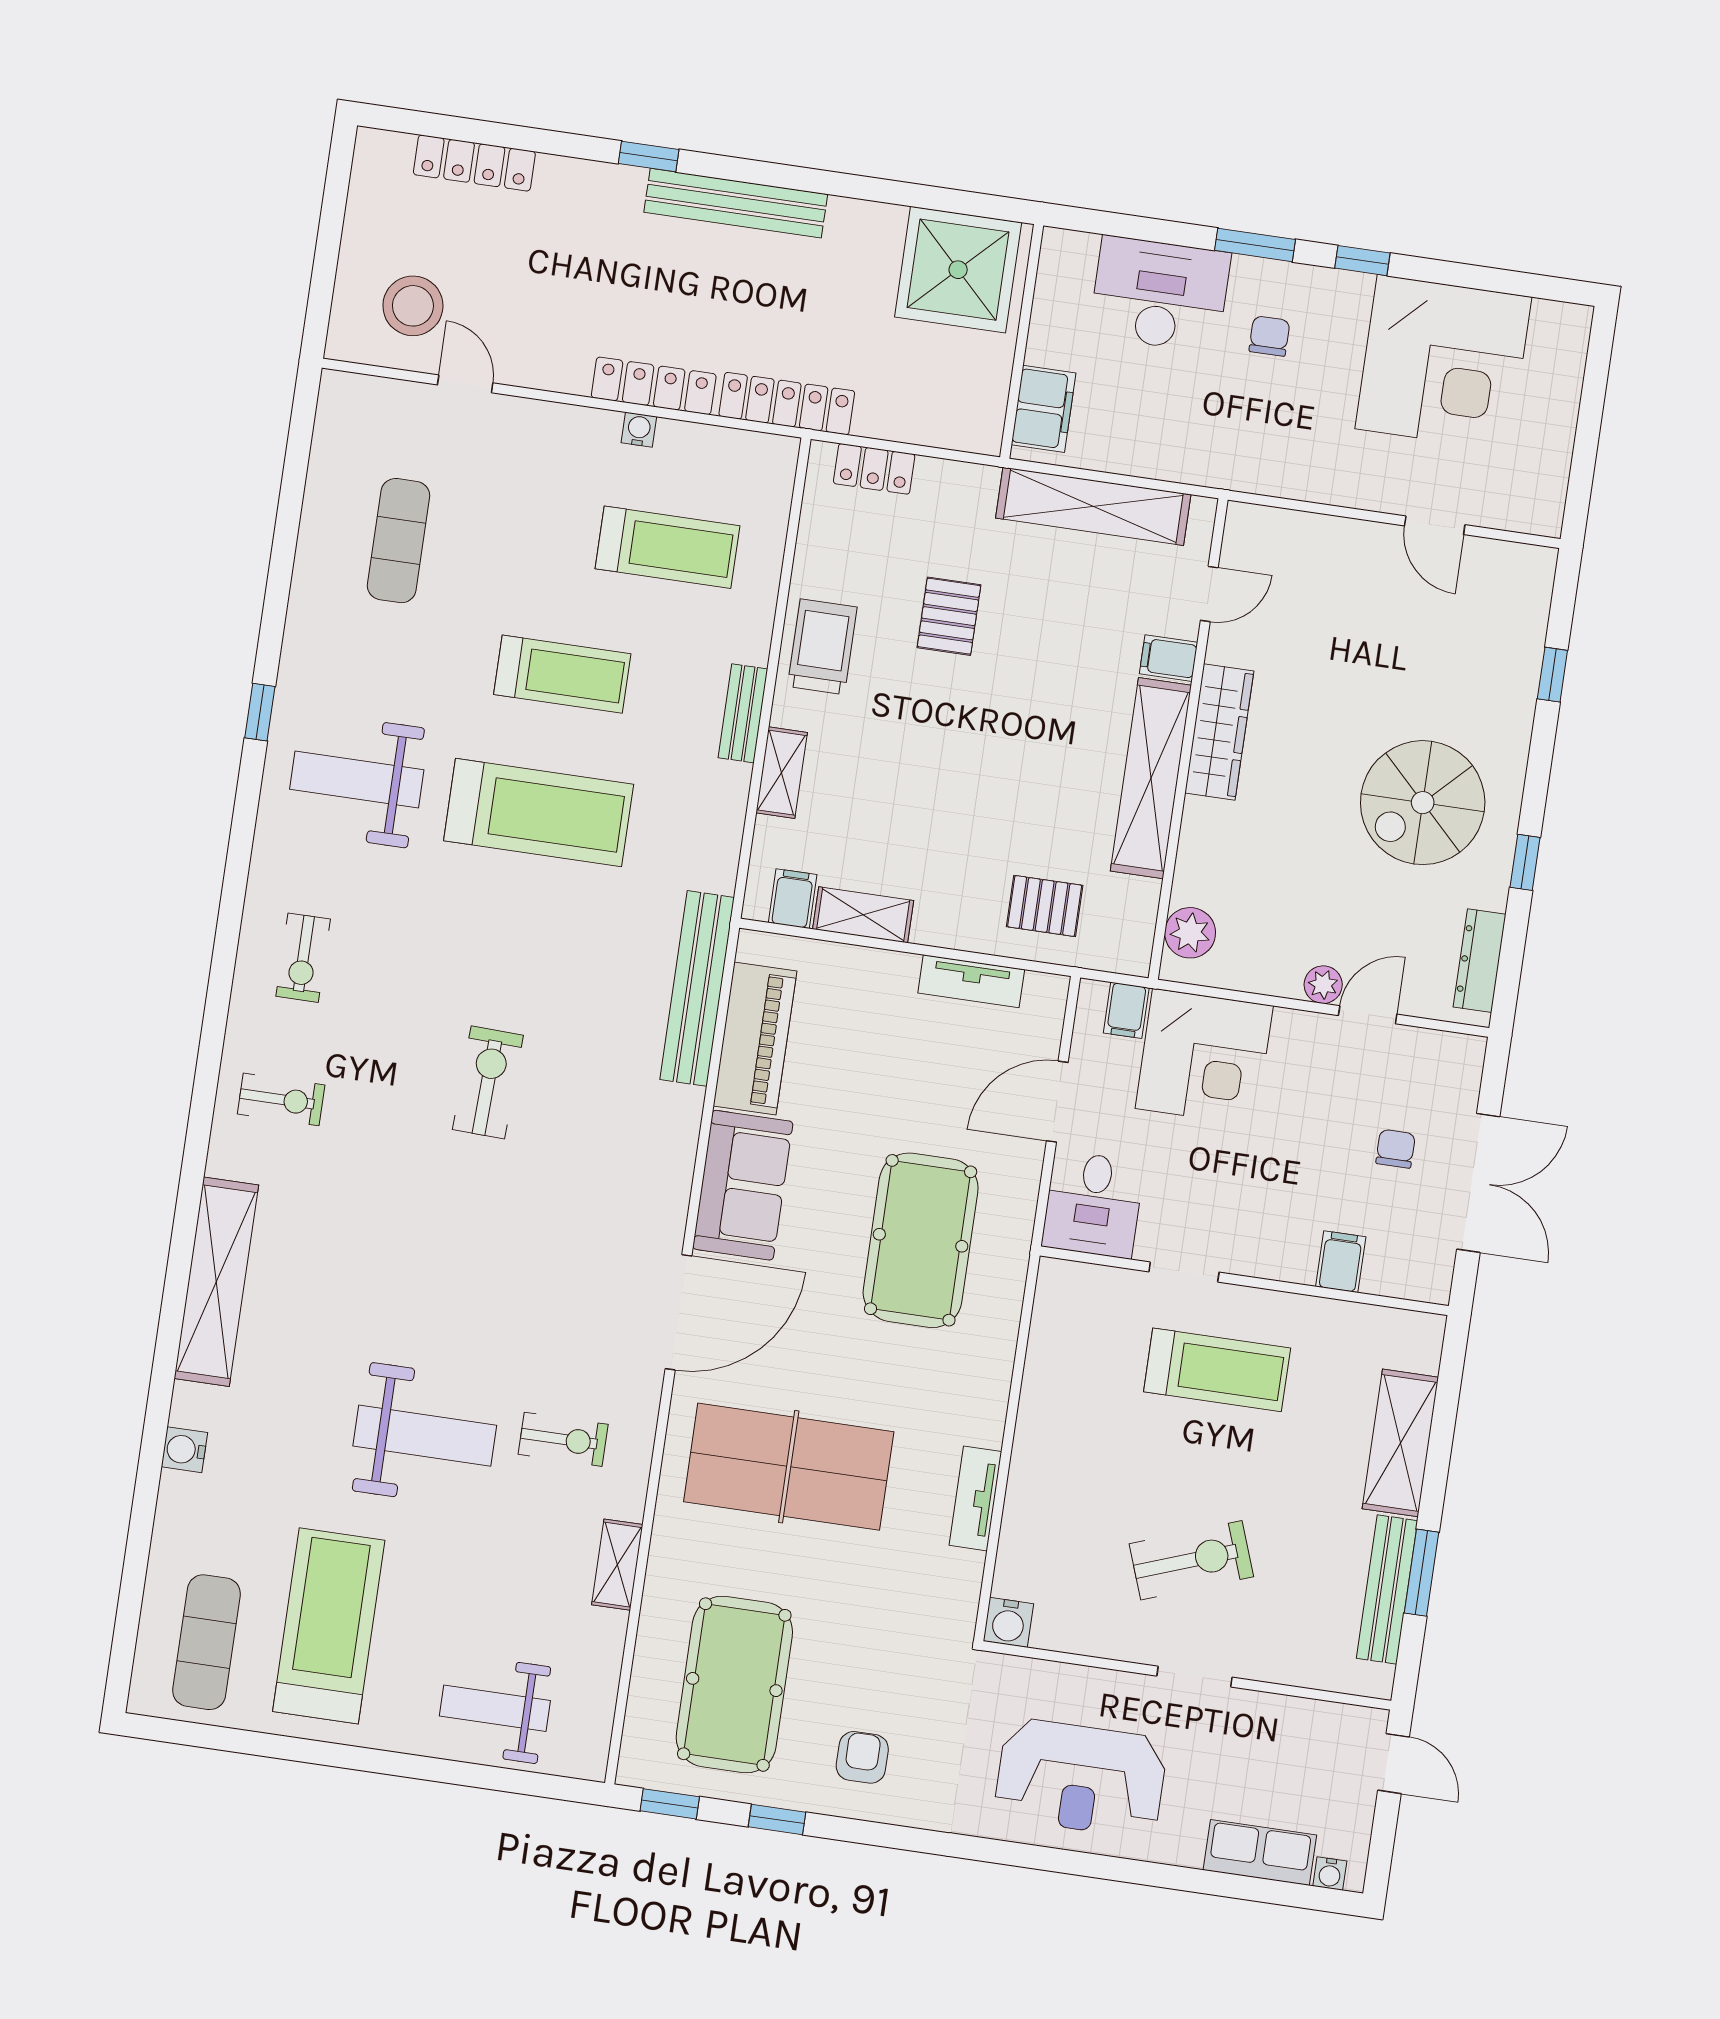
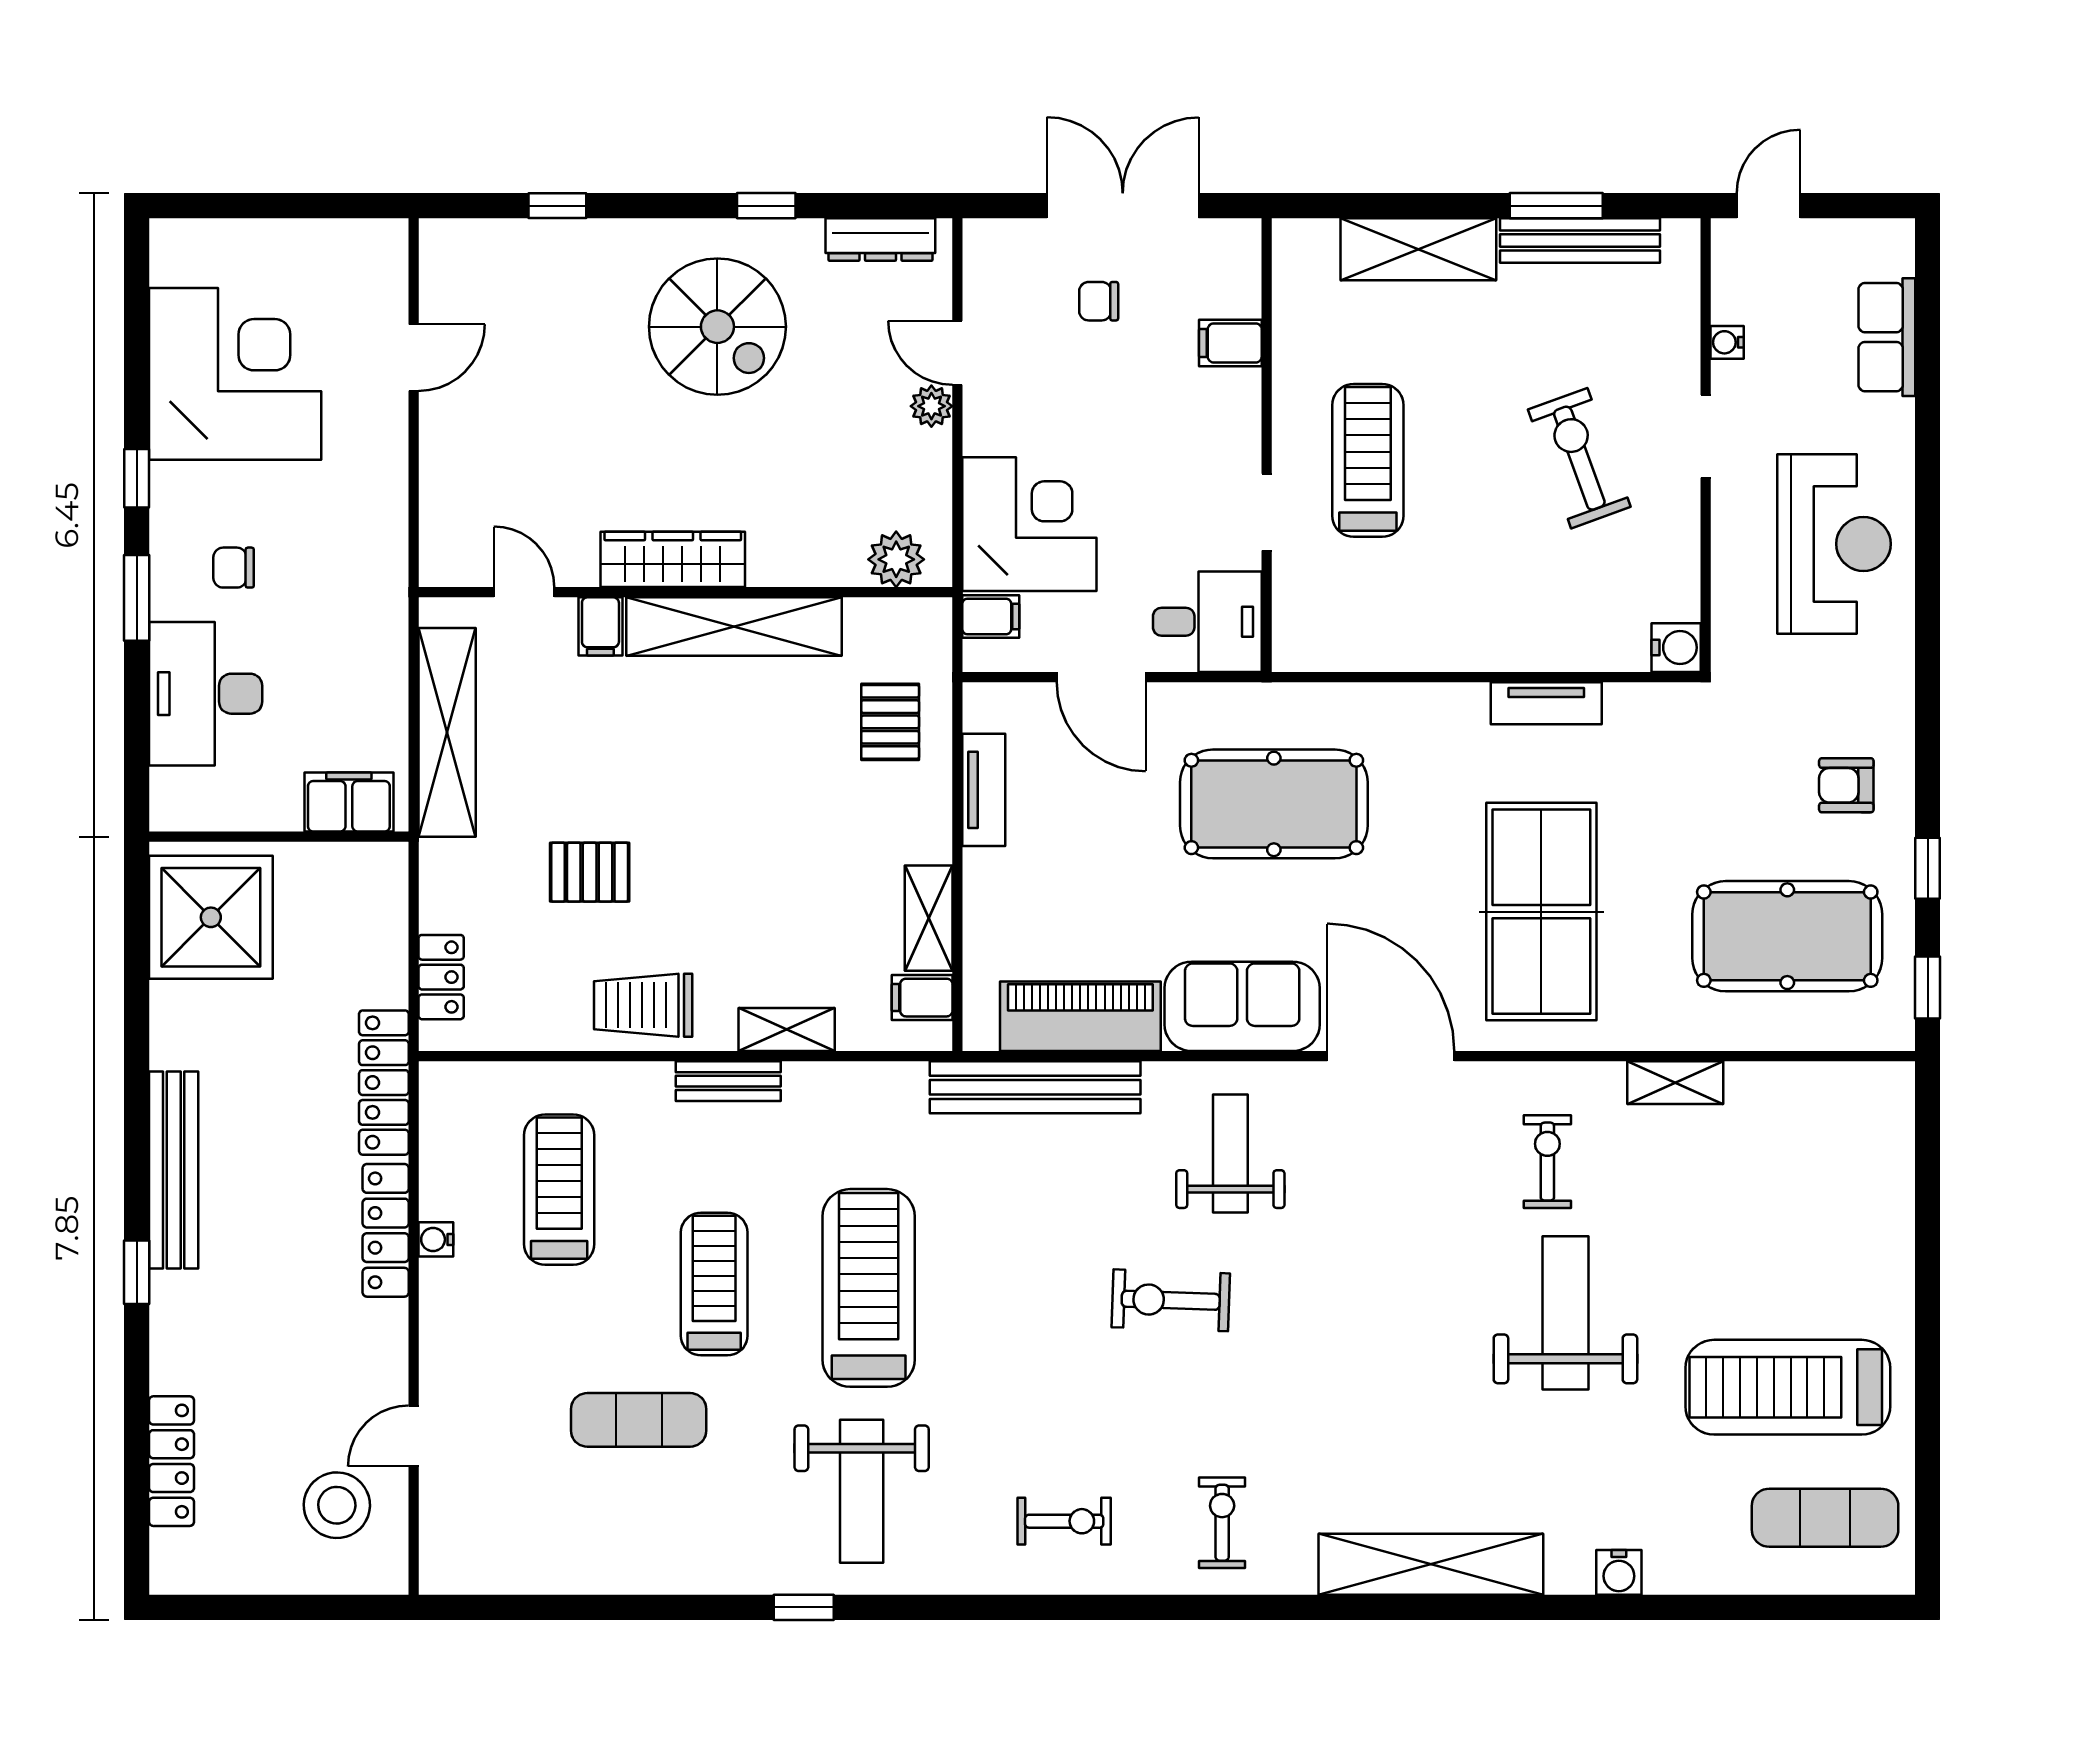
exercise mat: (399, 541) -> (639, 1420), moved
weight bench: (495, 1708) -> (1230, 1154), moved, turned 180
water cooler: (1330, 1874) -> (1727, 342), moved, turned 180

